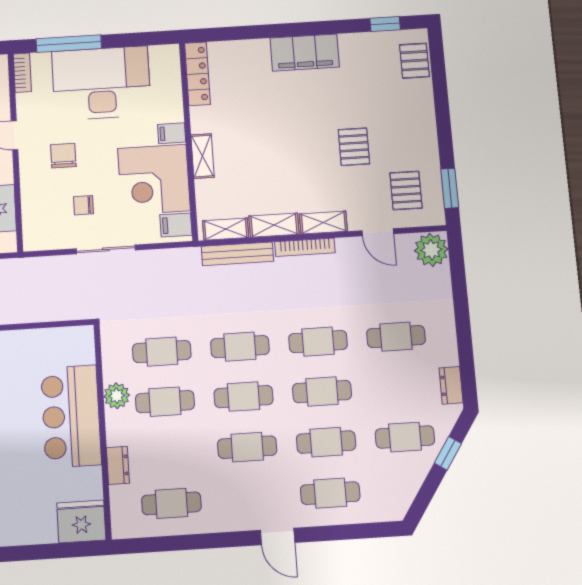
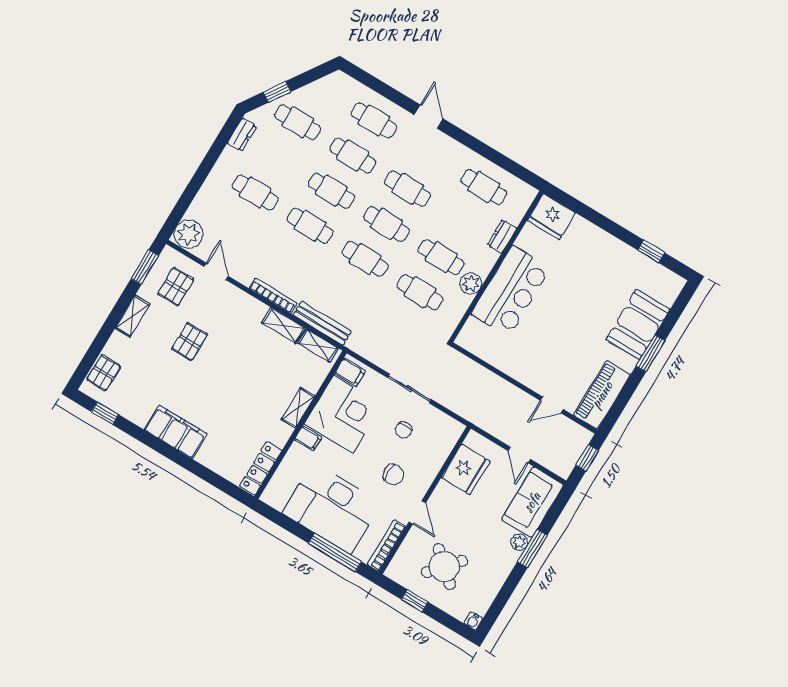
bookcase: (22, 73) -> (386, 546), width x1.56
chair: (63, 156) -> (393, 475), turned -90
chair: (83, 205) -> (404, 430), turned 90
shelving: (323, 223) -> (133, 316), moved, turned 90

